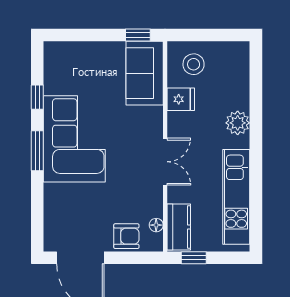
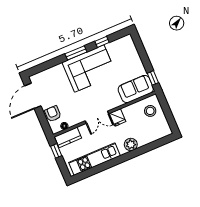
fridge: (181, 99) -> (118, 117), moved
armchair: (126, 236) -> (53, 114), turned 180

